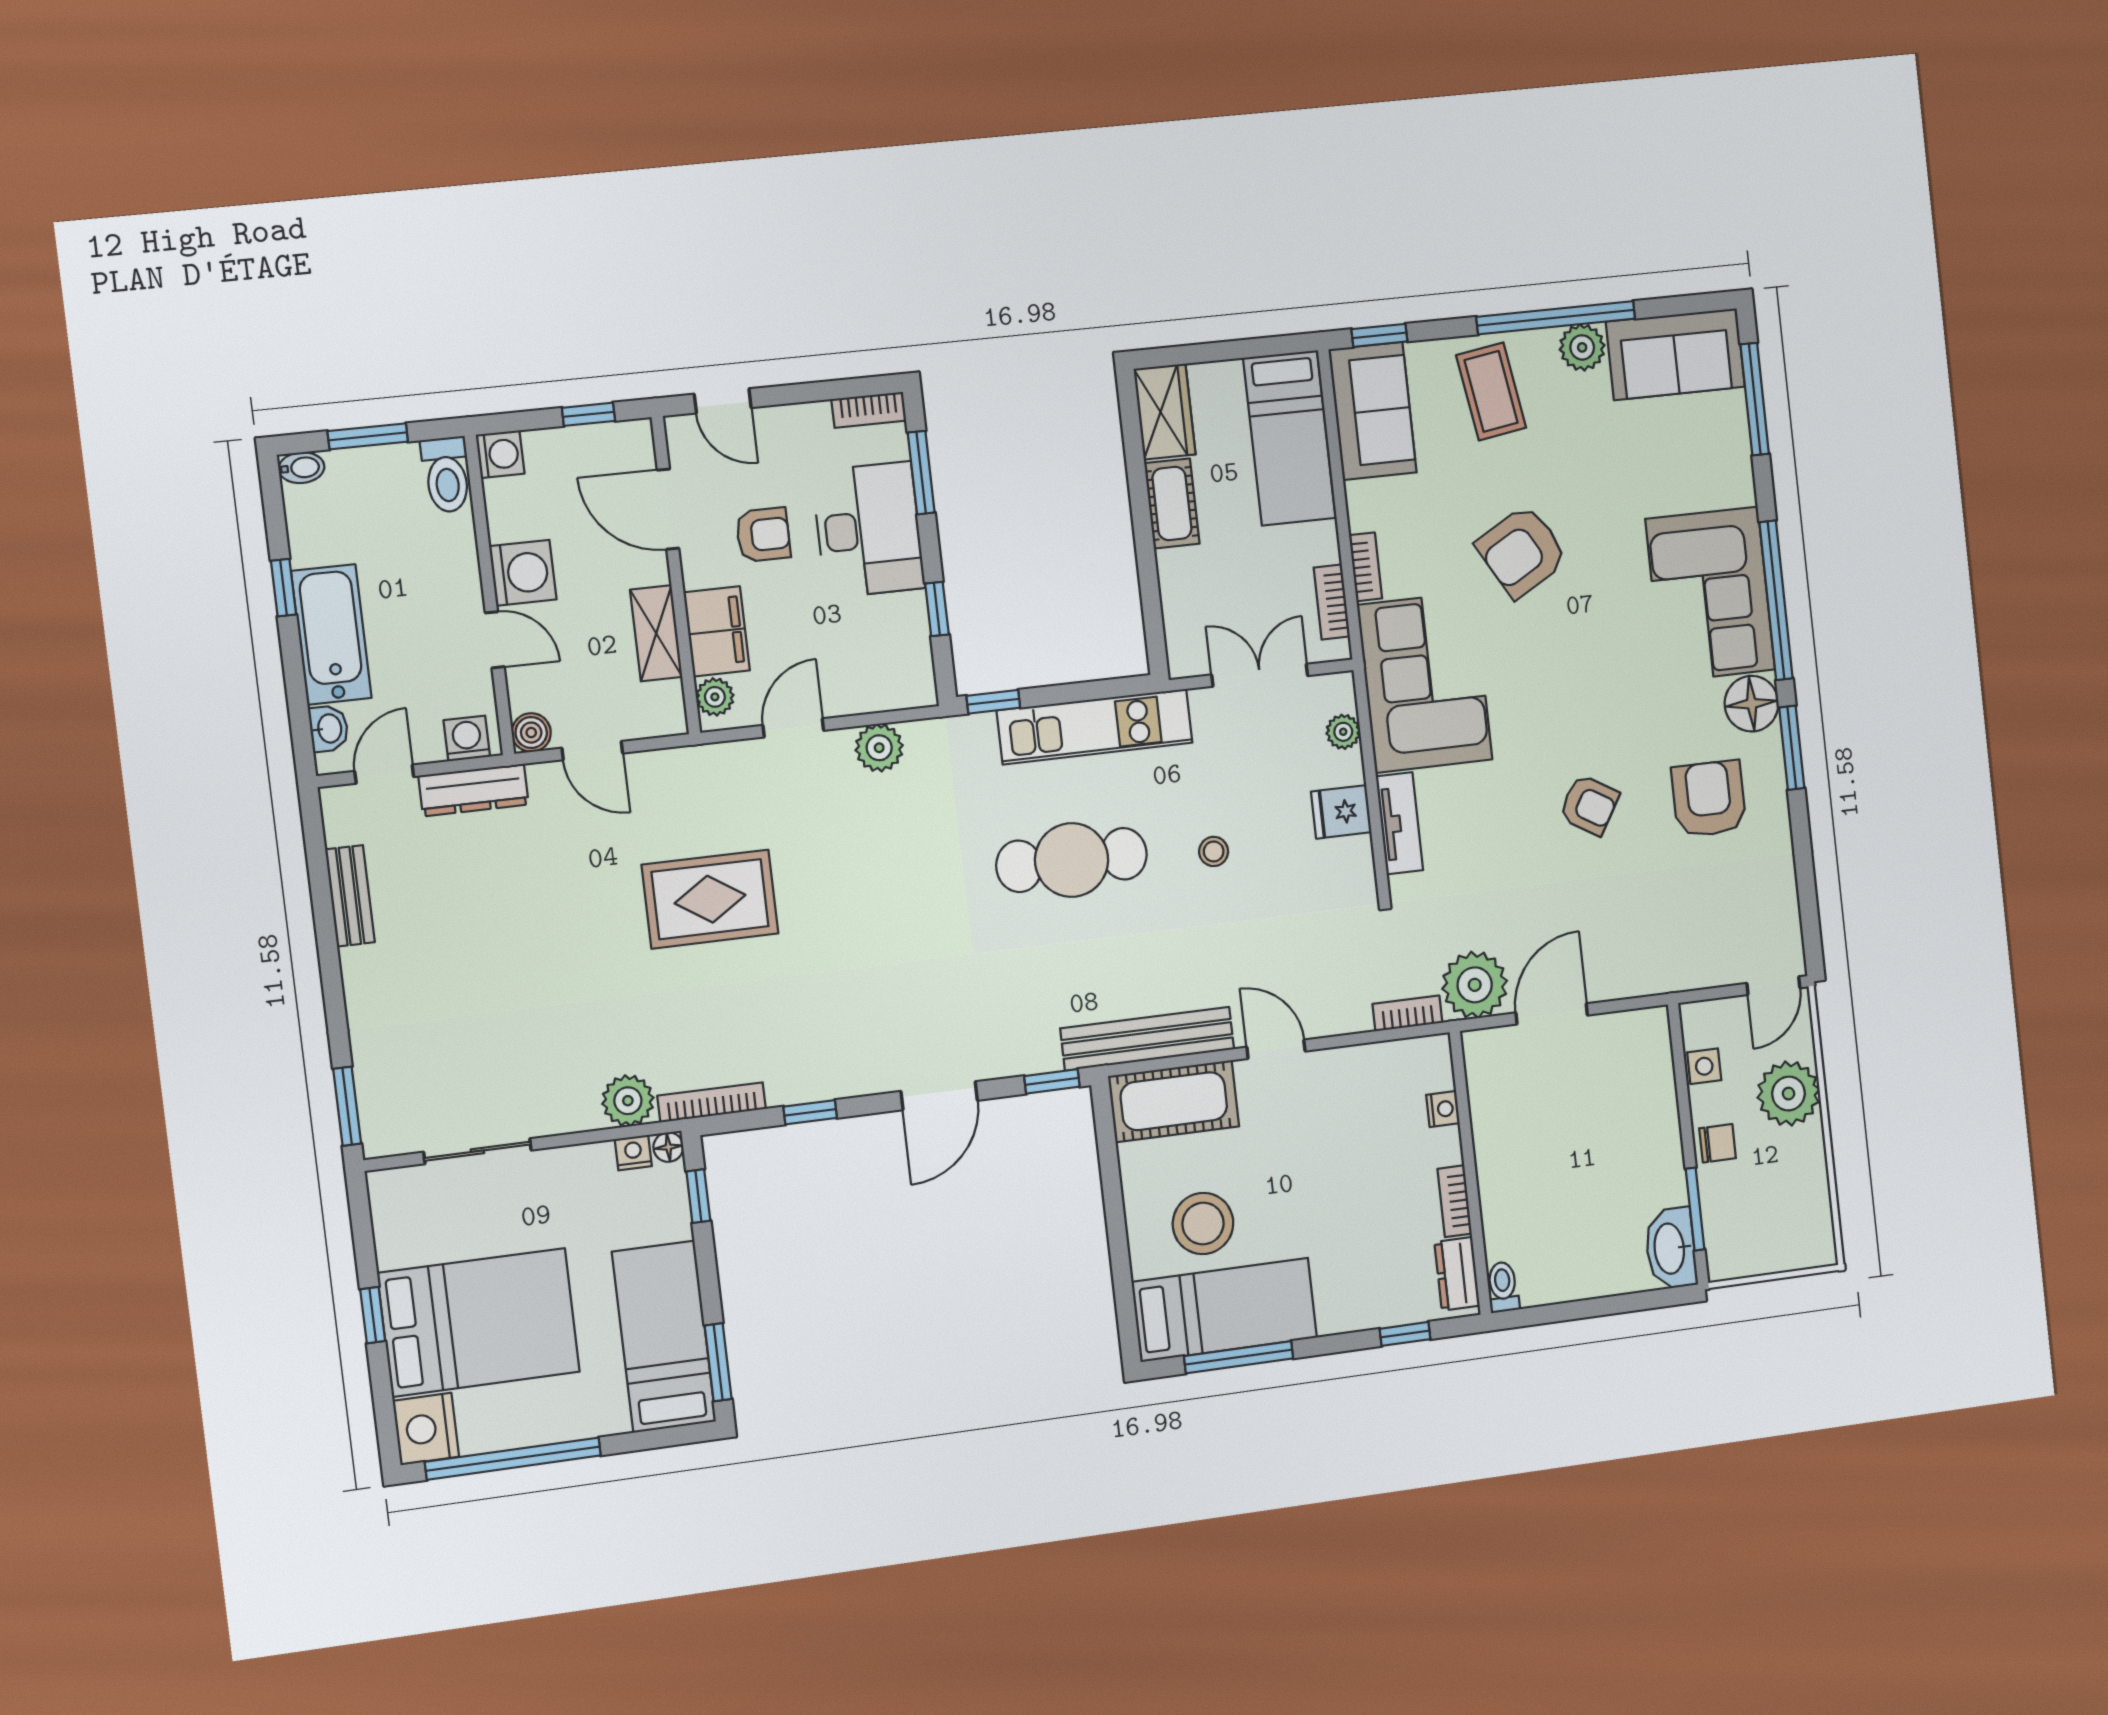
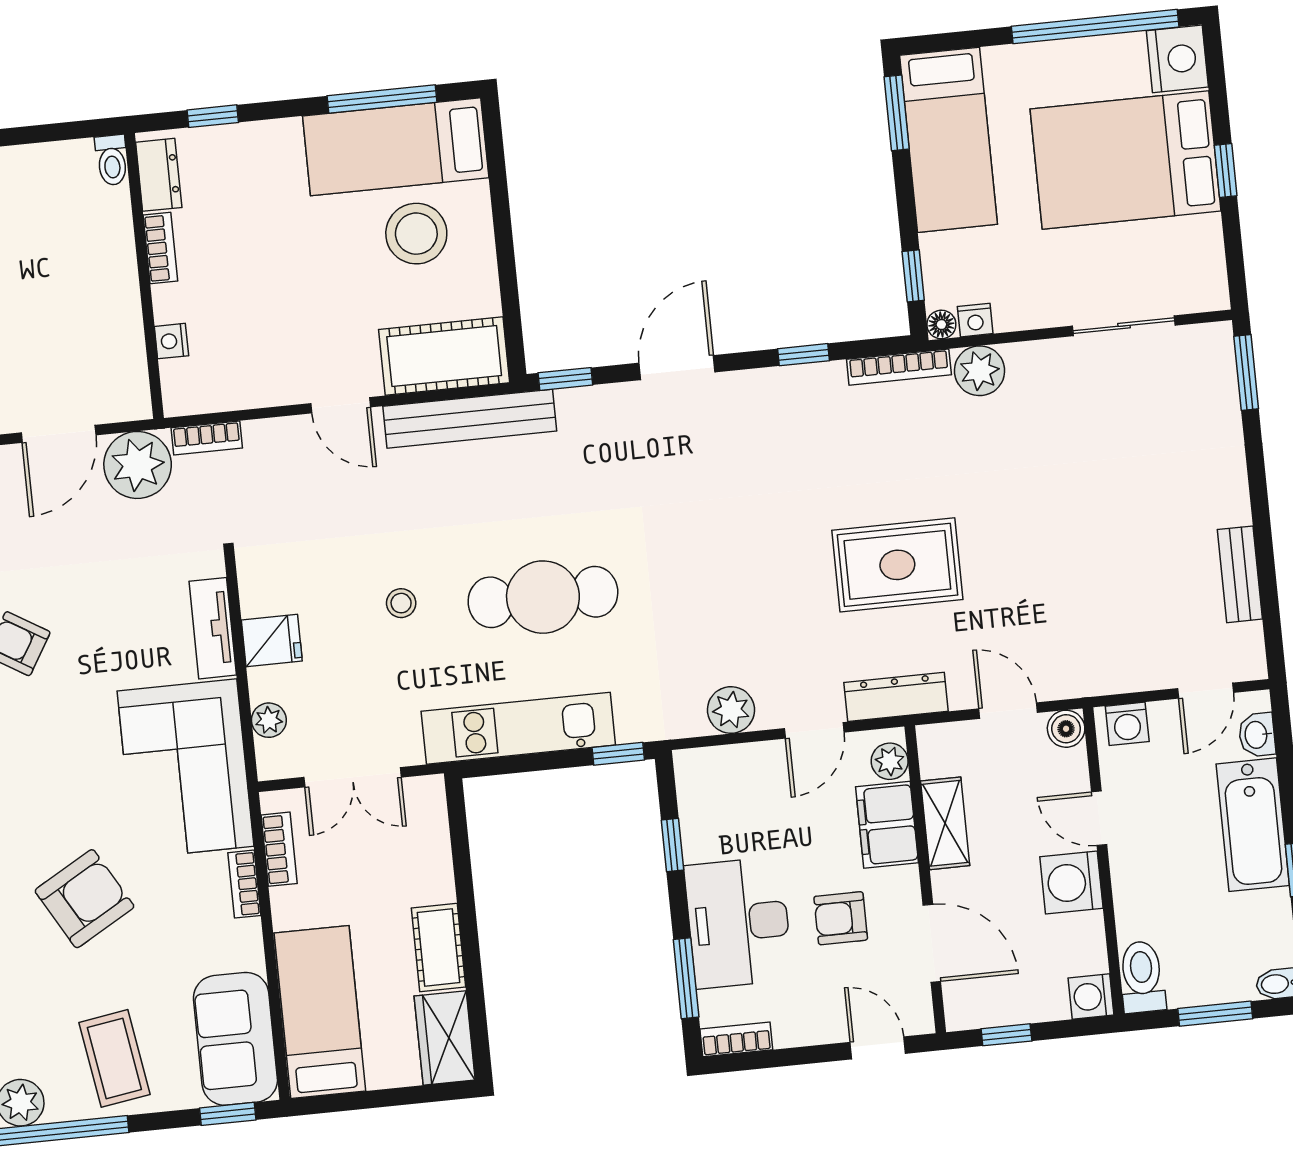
dresser: (474, 790) -> (896, 697), moved

